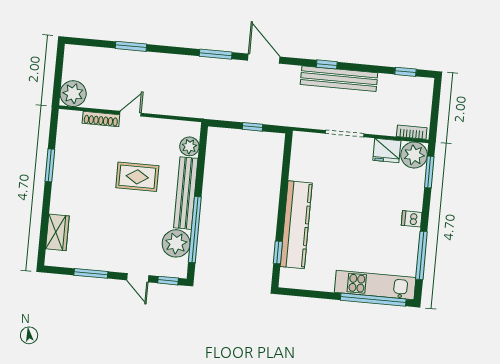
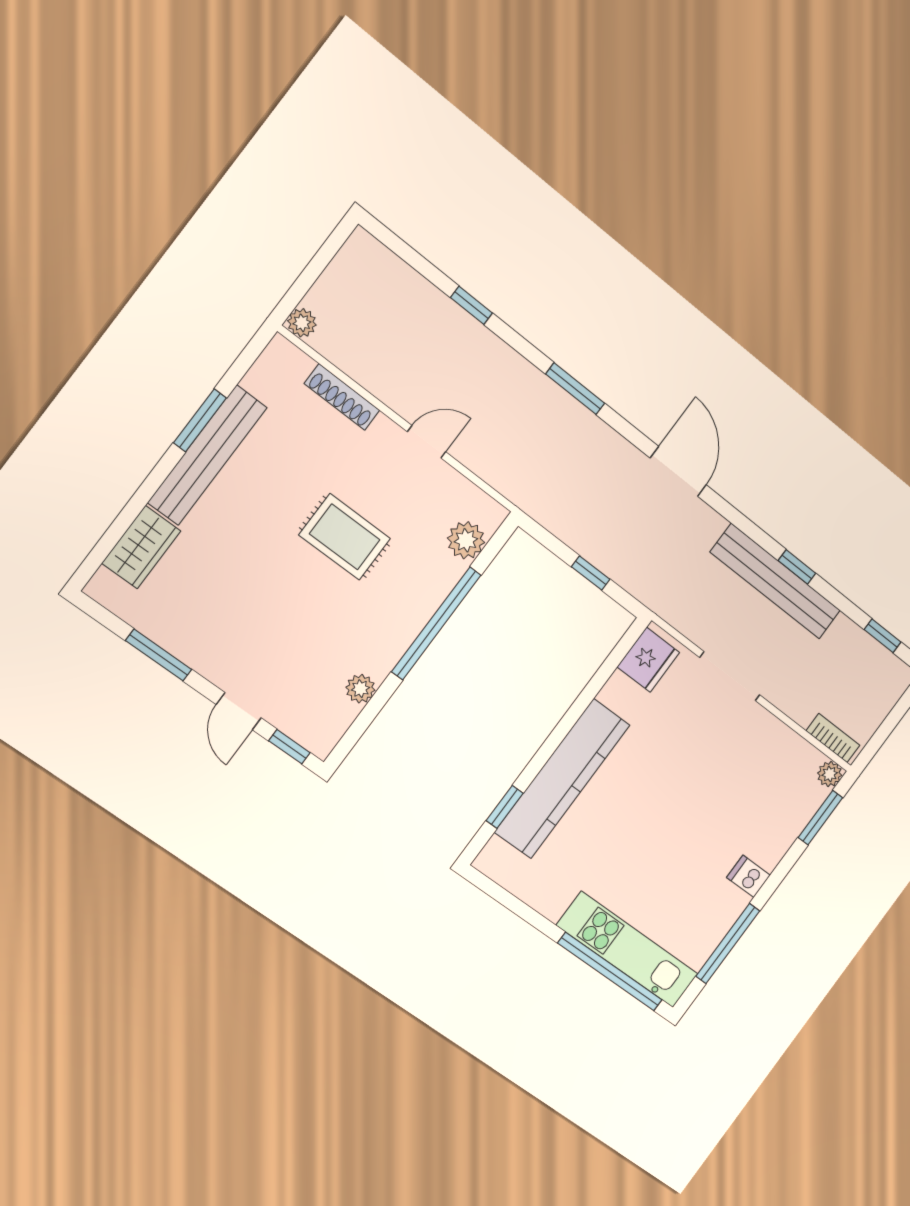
window: (131, 46) -> (471, 305), width x0.67
window: (216, 54) -> (575, 389), moved
window: (327, 64) -> (797, 567), moved
plant: (73, 94) -> (302, 323), width x0.53, depth x0.53
door: (130, 114) -> (427, 442), moved
fridge: (387, 150) -> (648, 660), moved, turned -90
plant: (414, 155) -> (830, 774), width x0.53, depth x0.53
bench: (186, 193) -> (207, 455), moved
window: (195, 230) -> (436, 623), moved
plant: (176, 243) -> (360, 689), width x0.53, depth x0.53

